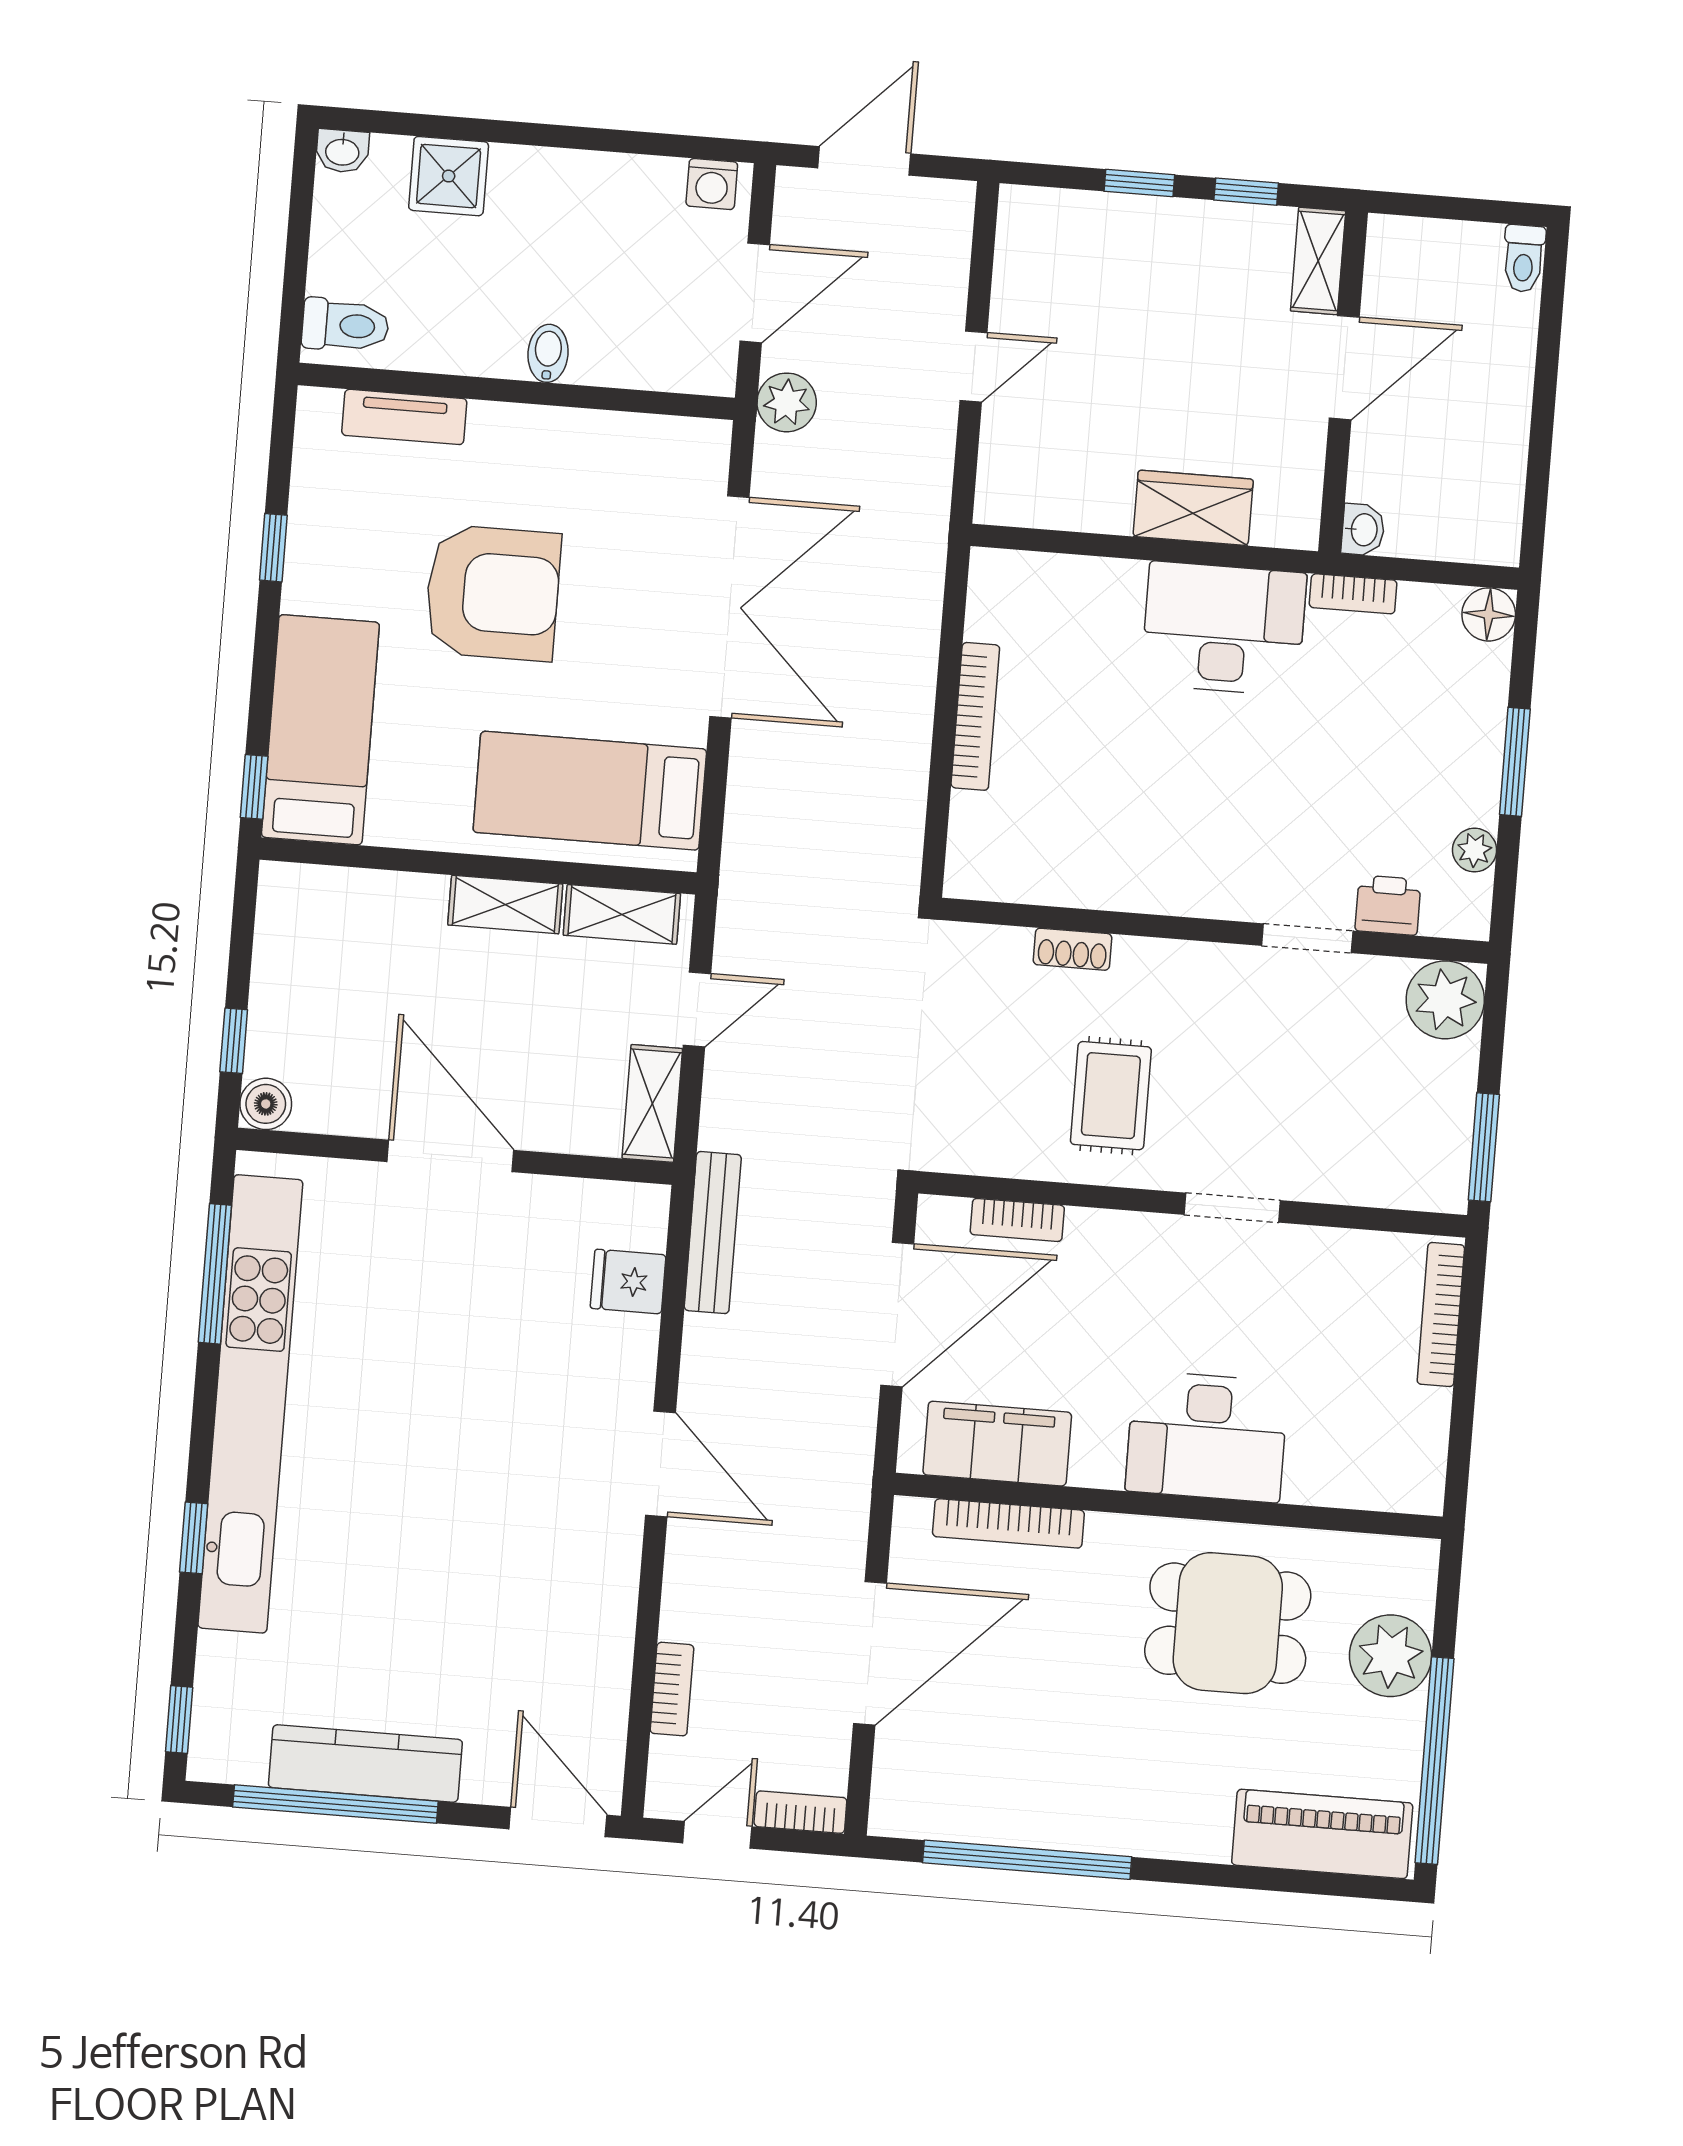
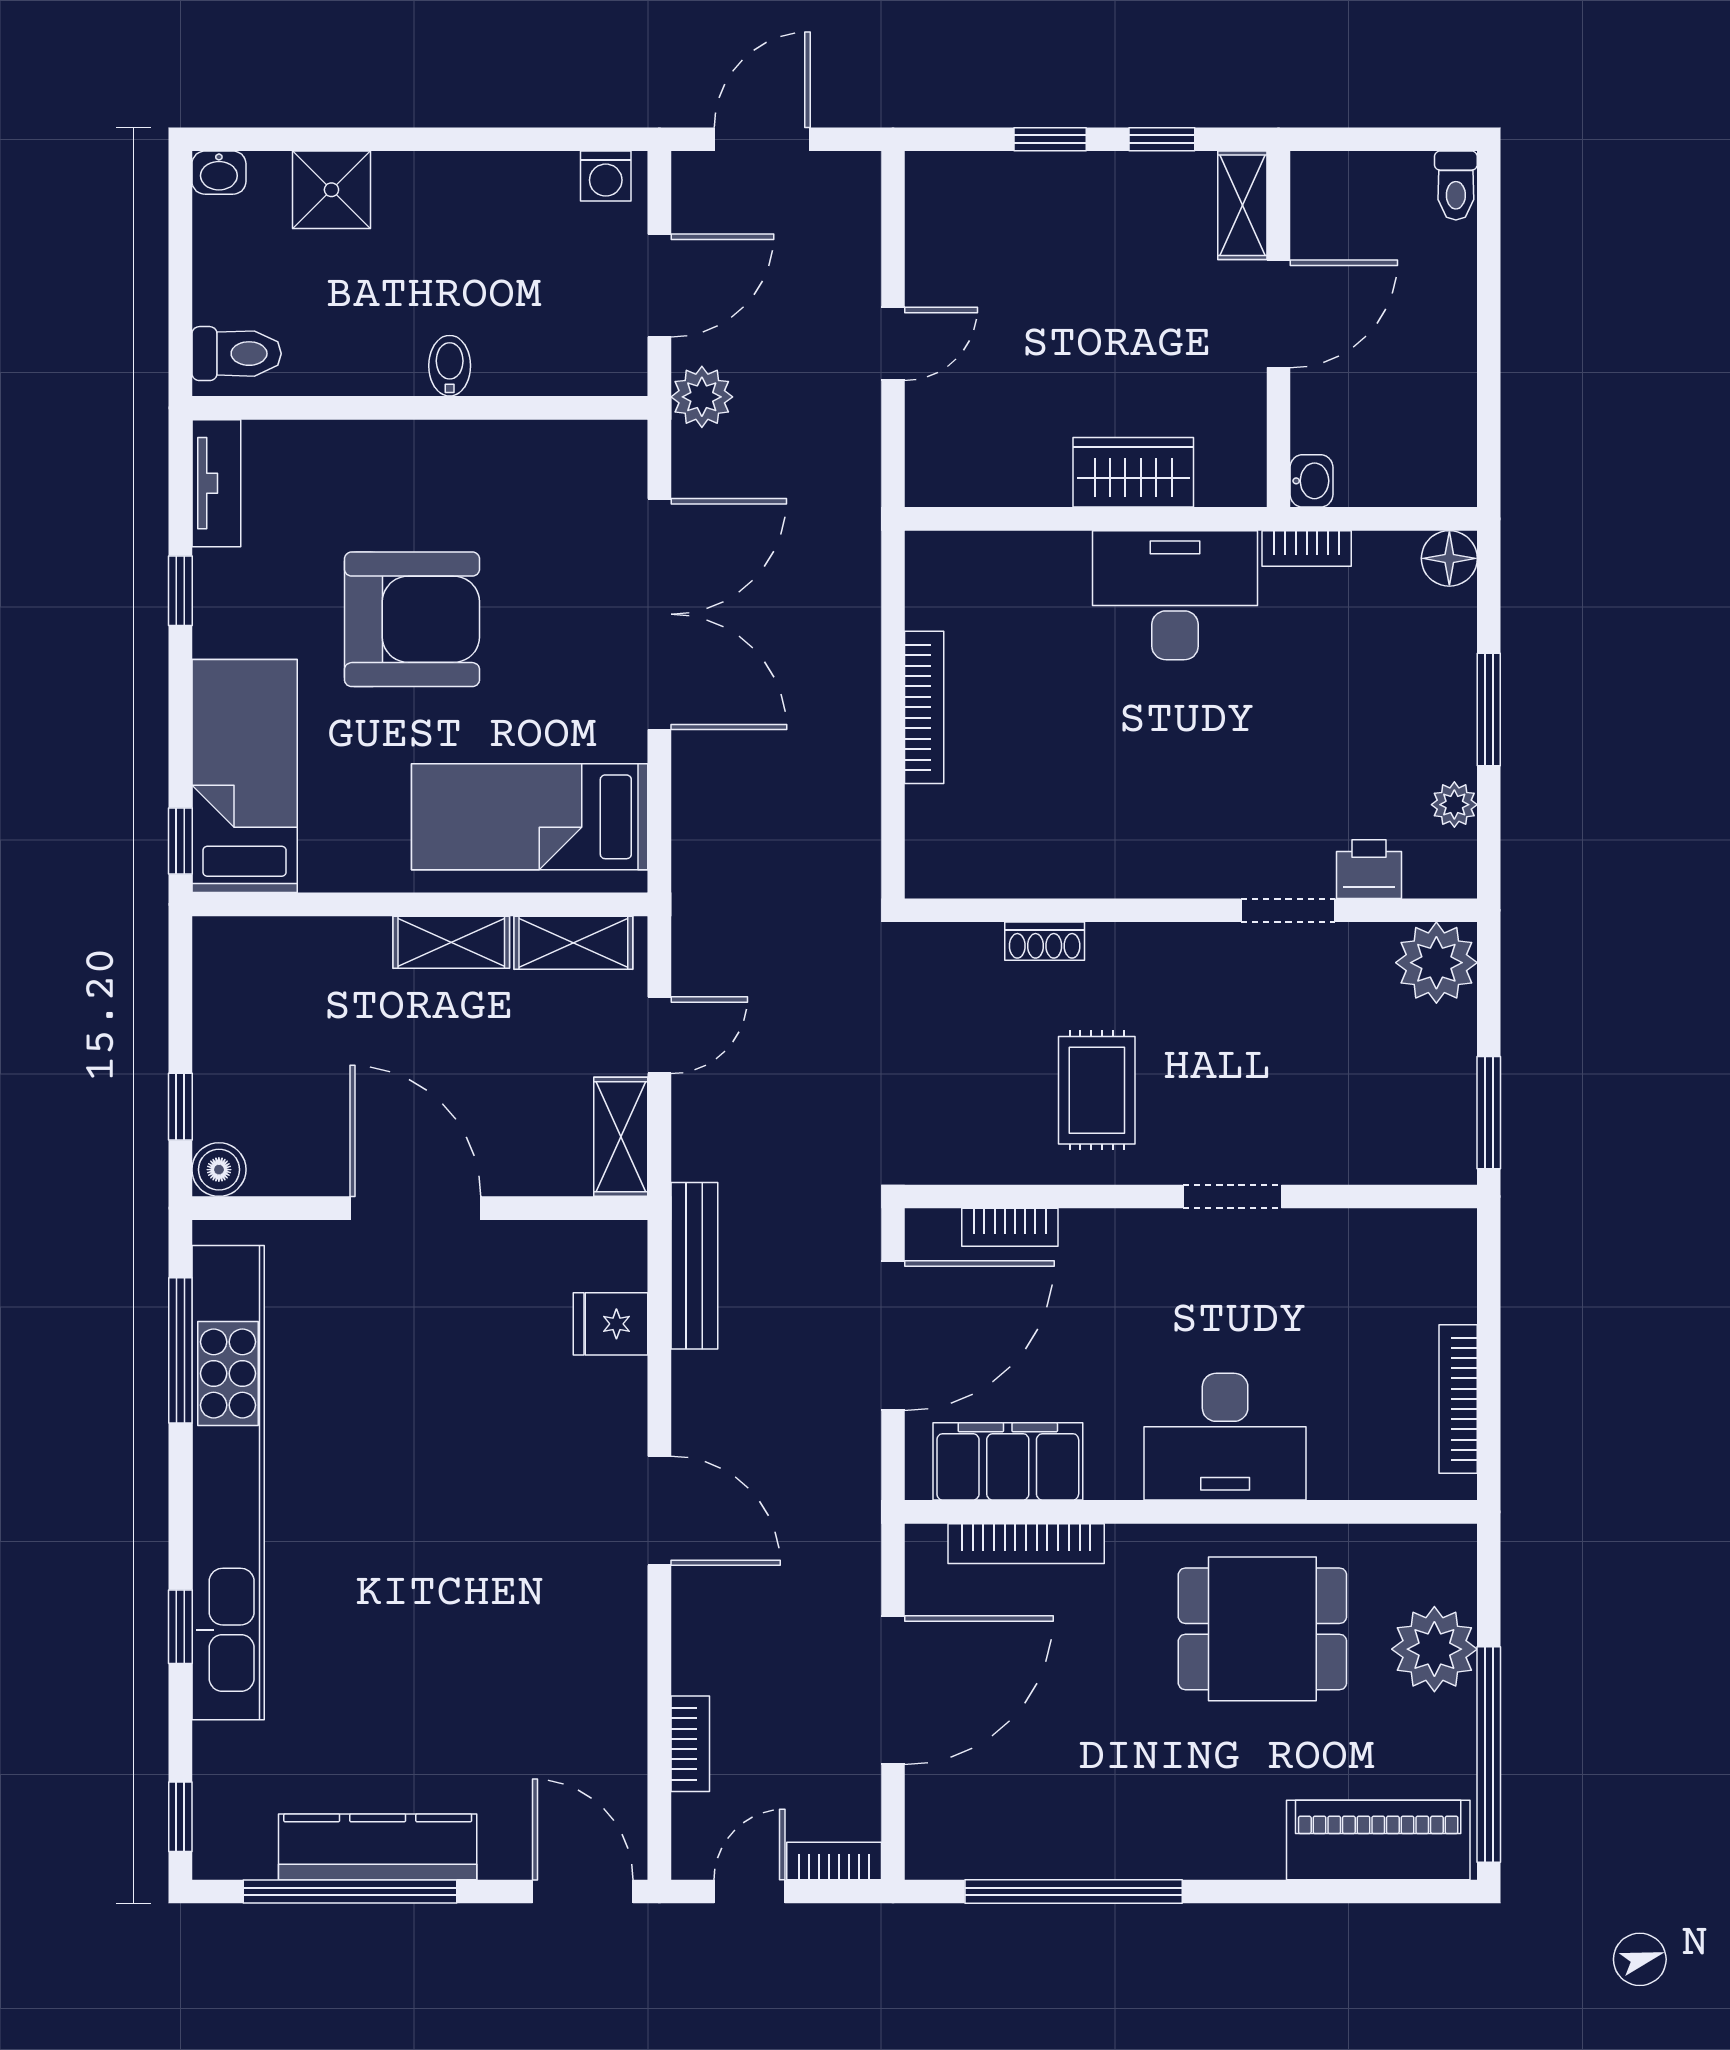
tv unit: (404, 417) -> (216, 483), moved, turned -90
bookcase: (1441, 1315) -> (1458, 1399), moved

